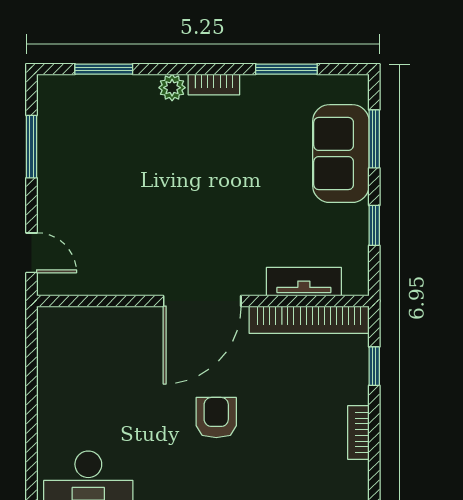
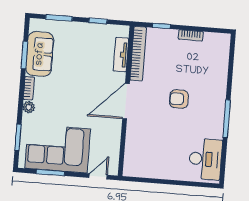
sofa: (341, 154) -> (40, 54), moved, turned -90
corner sofa: (86, 159) -> (58, 149), added
door: (202, 301) -> (126, 101), swing flipped

